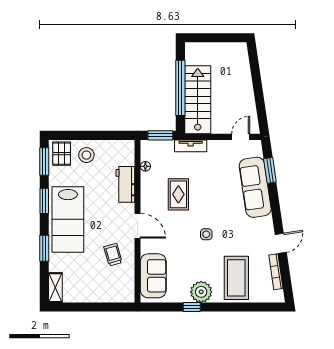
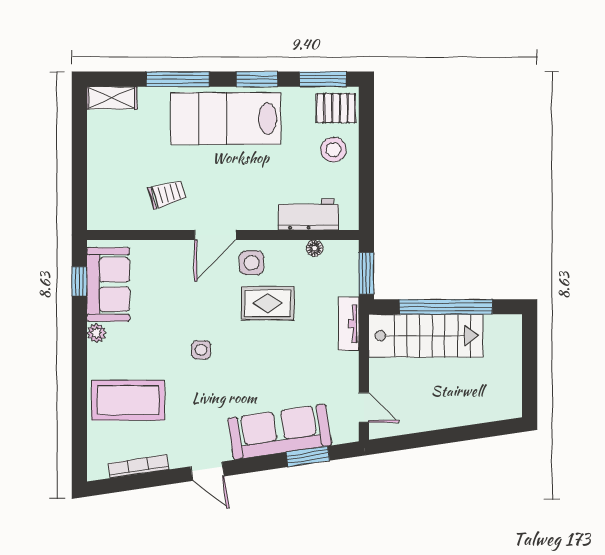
workbench: (125, 184) -> (308, 215), moved
side table: (154, 204) -> (252, 263), added
door: (281, 243) -> (207, 471), moved
window: (44, 248) -> (178, 79), width x1.44
sofa: (153, 276) -> (108, 284), moved, turned -90
plant: (201, 292) -> (96, 333), width x0.53, depth x0.53
window: (192, 307) -> (79, 281), moved

